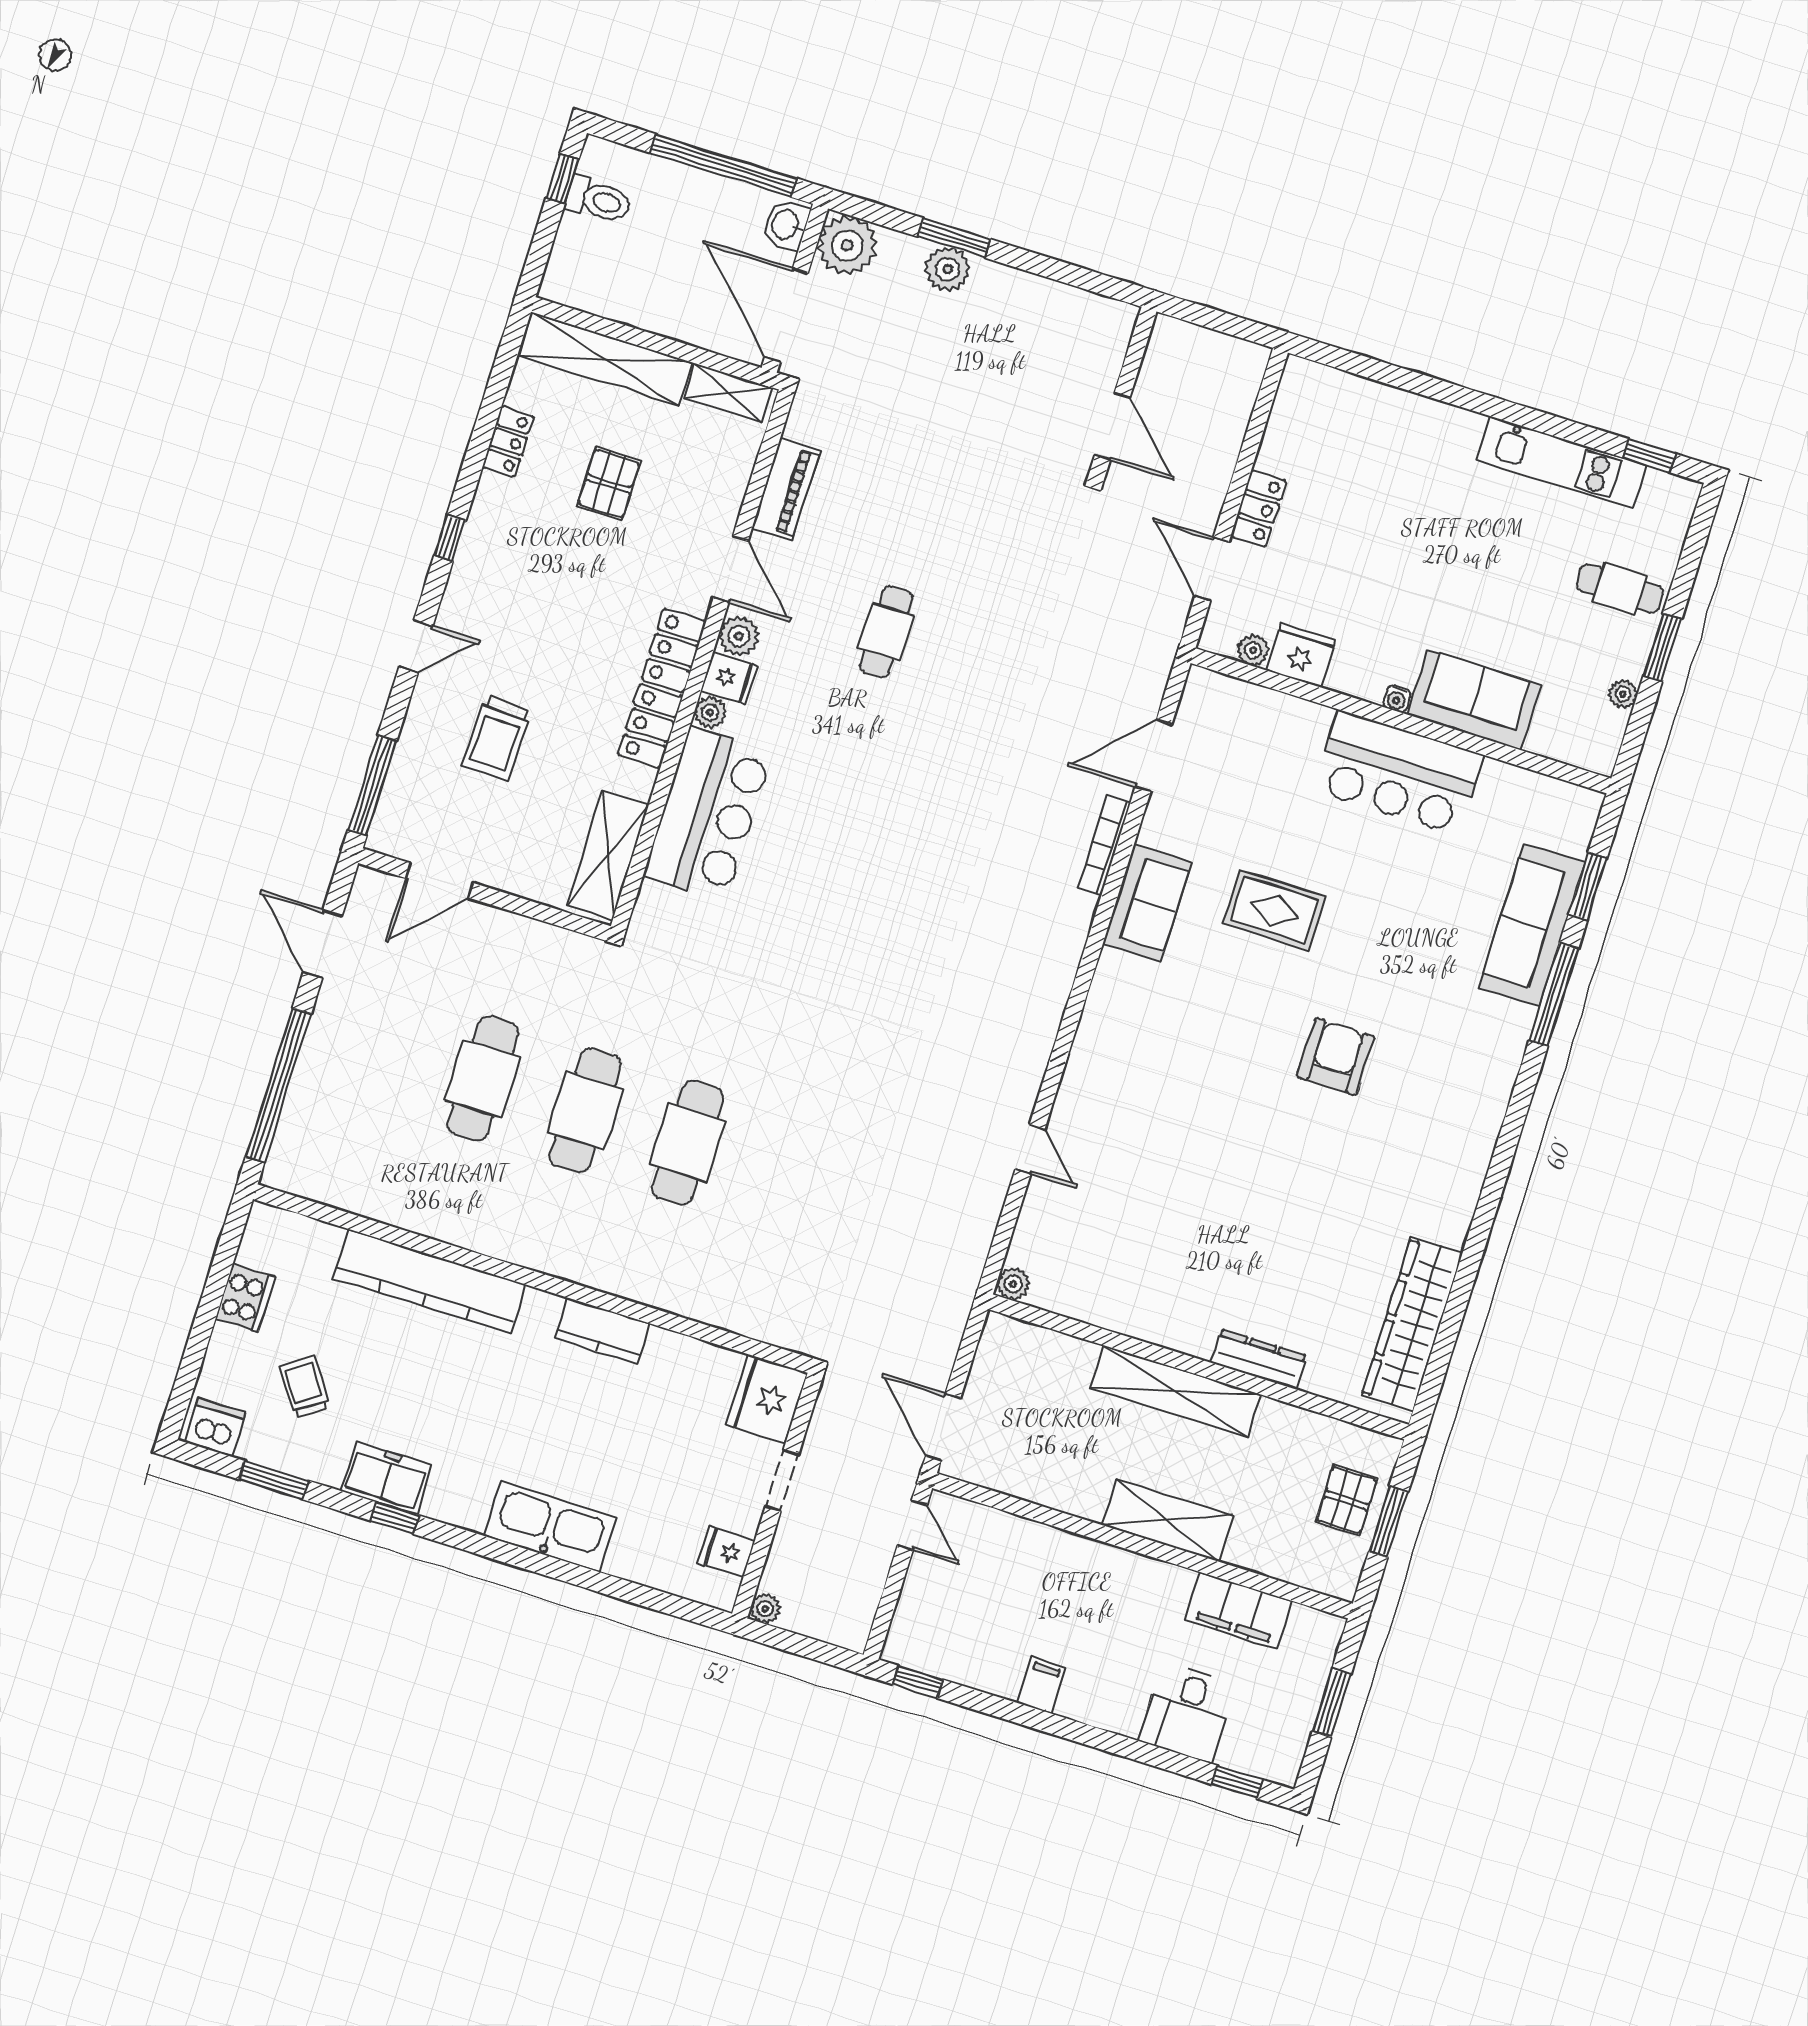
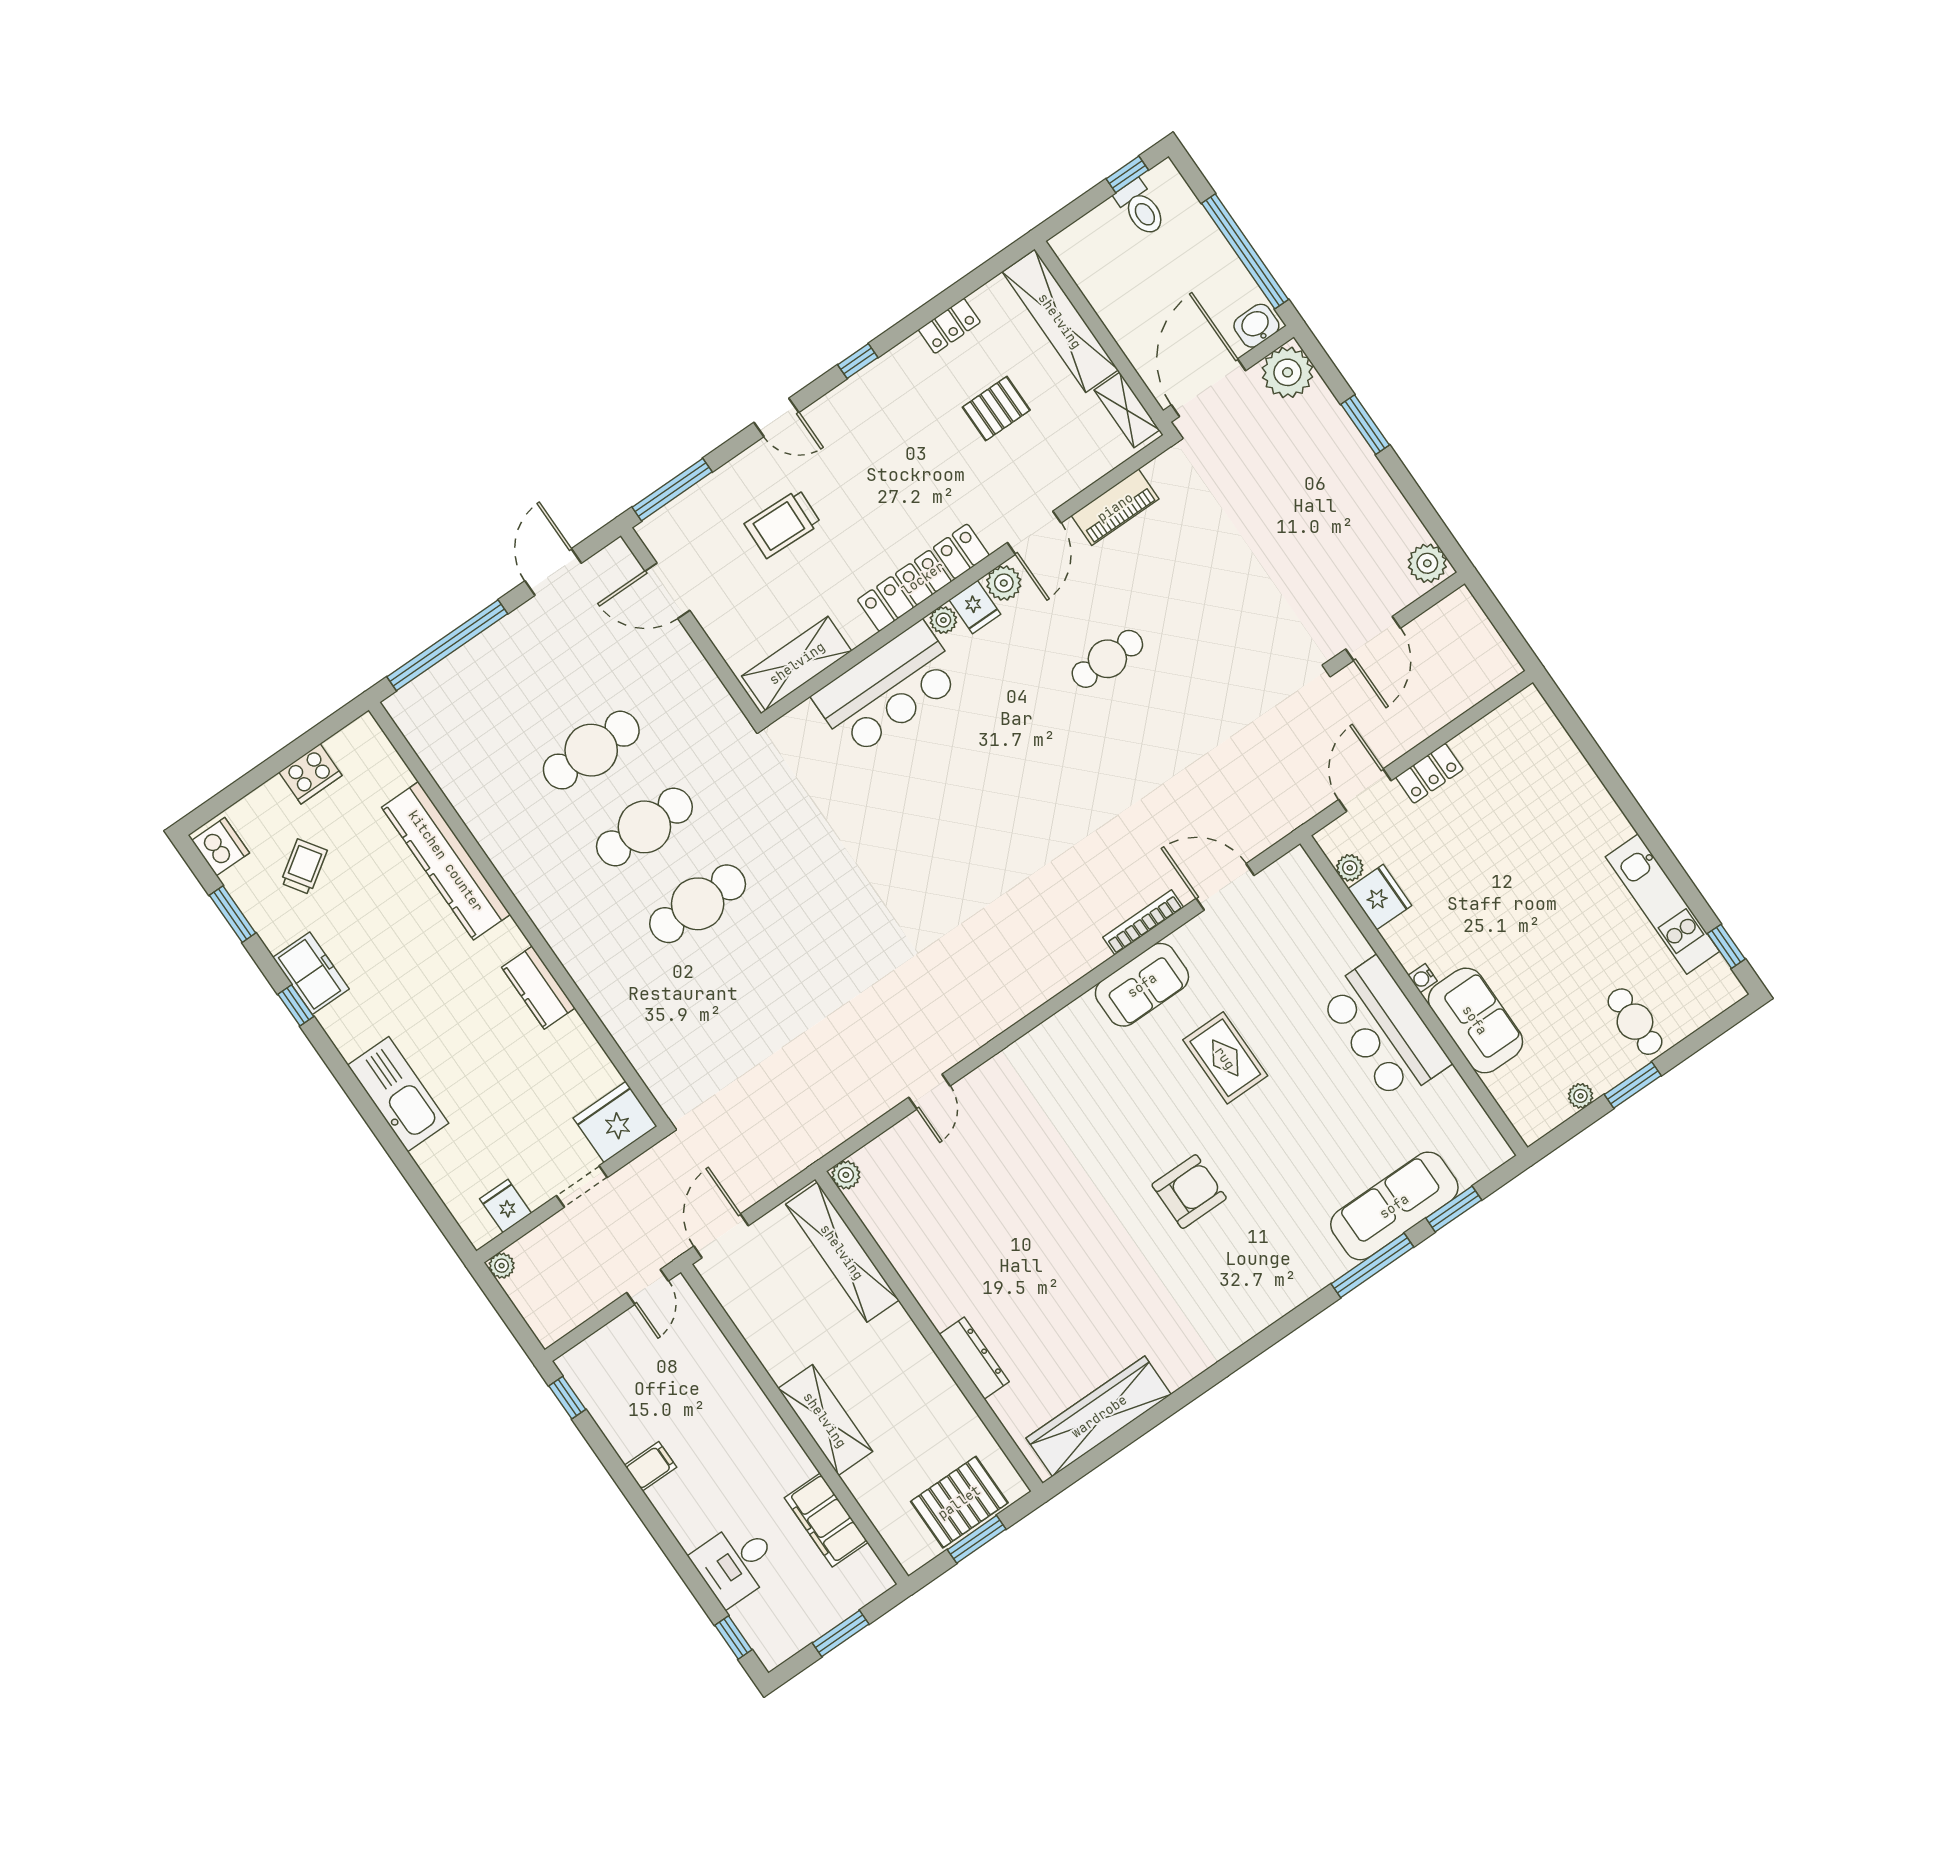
plant: (947, 269) -> (1427, 563), moved
shelving: (1175, 1391) -> (842, 1252), moved
pallet: (1347, 1500) -> (959, 1502), width x1.50, depth x1.42

